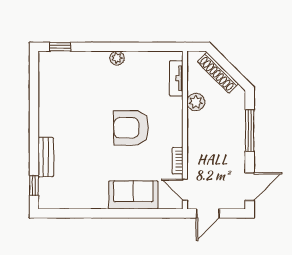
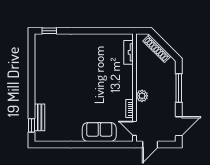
plant: (117, 58) -> (88, 39), removed
plant: (196, 102) -> (142, 96), moved
armchair: (131, 128) -> (98, 86), removed
bench: (46, 157) -> (40, 117), moved

